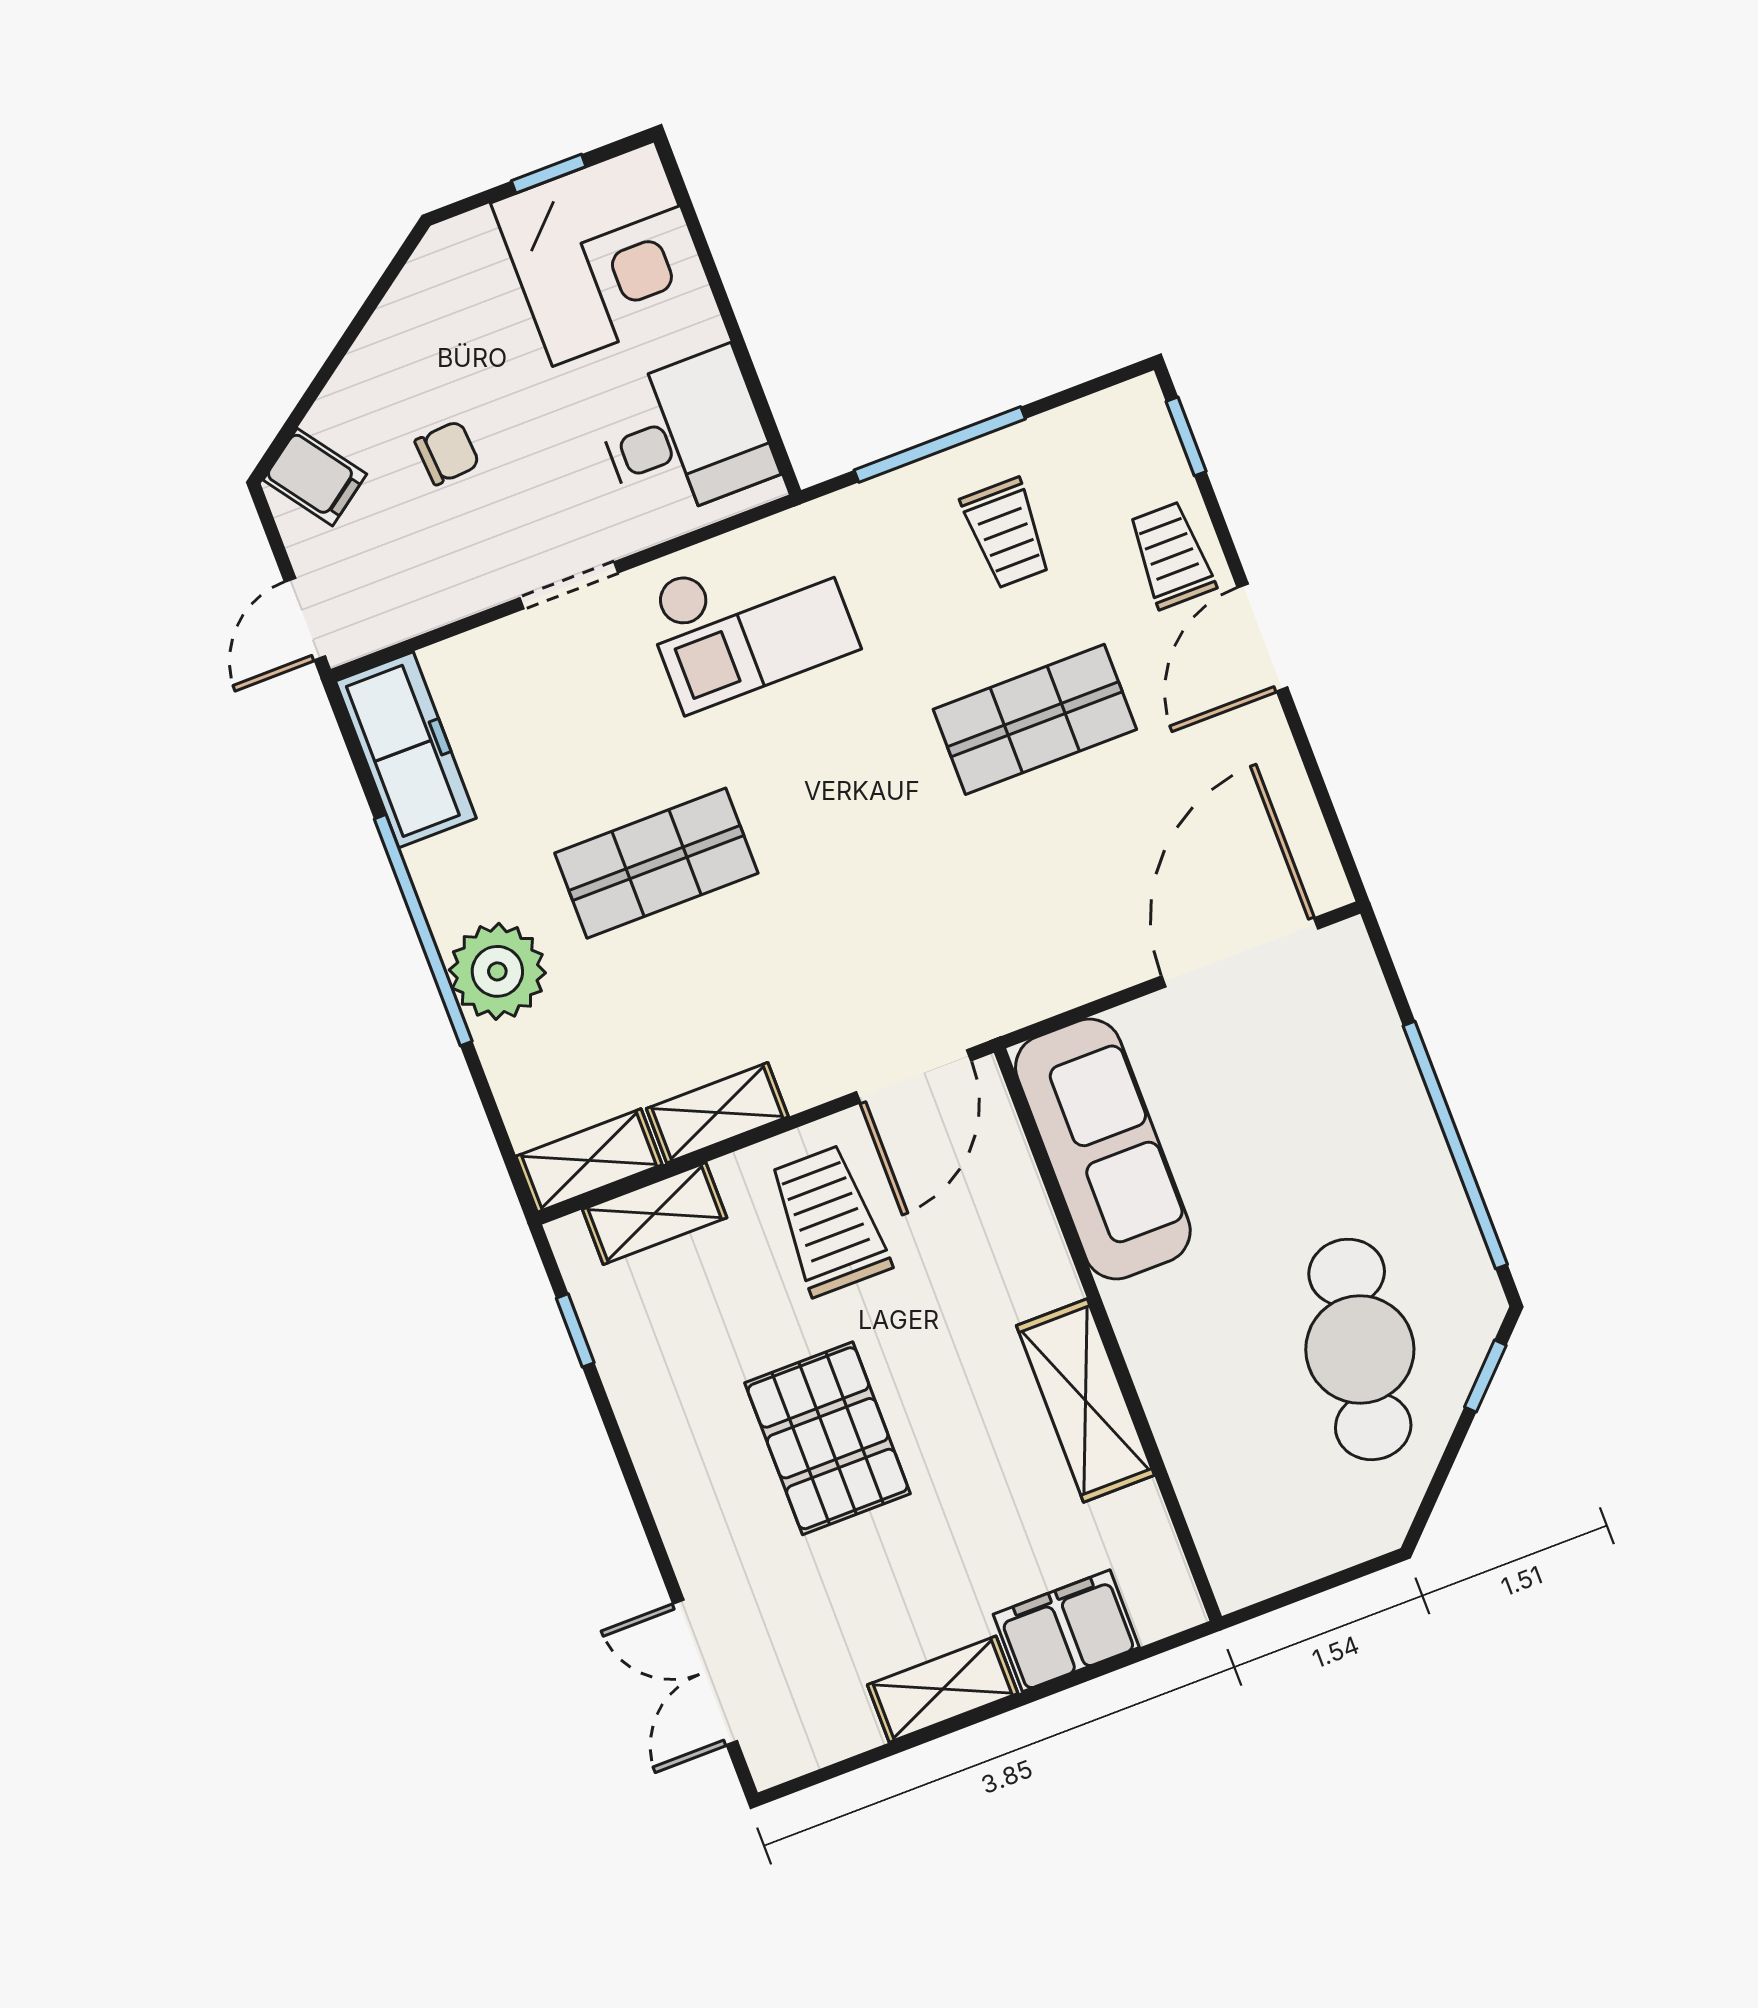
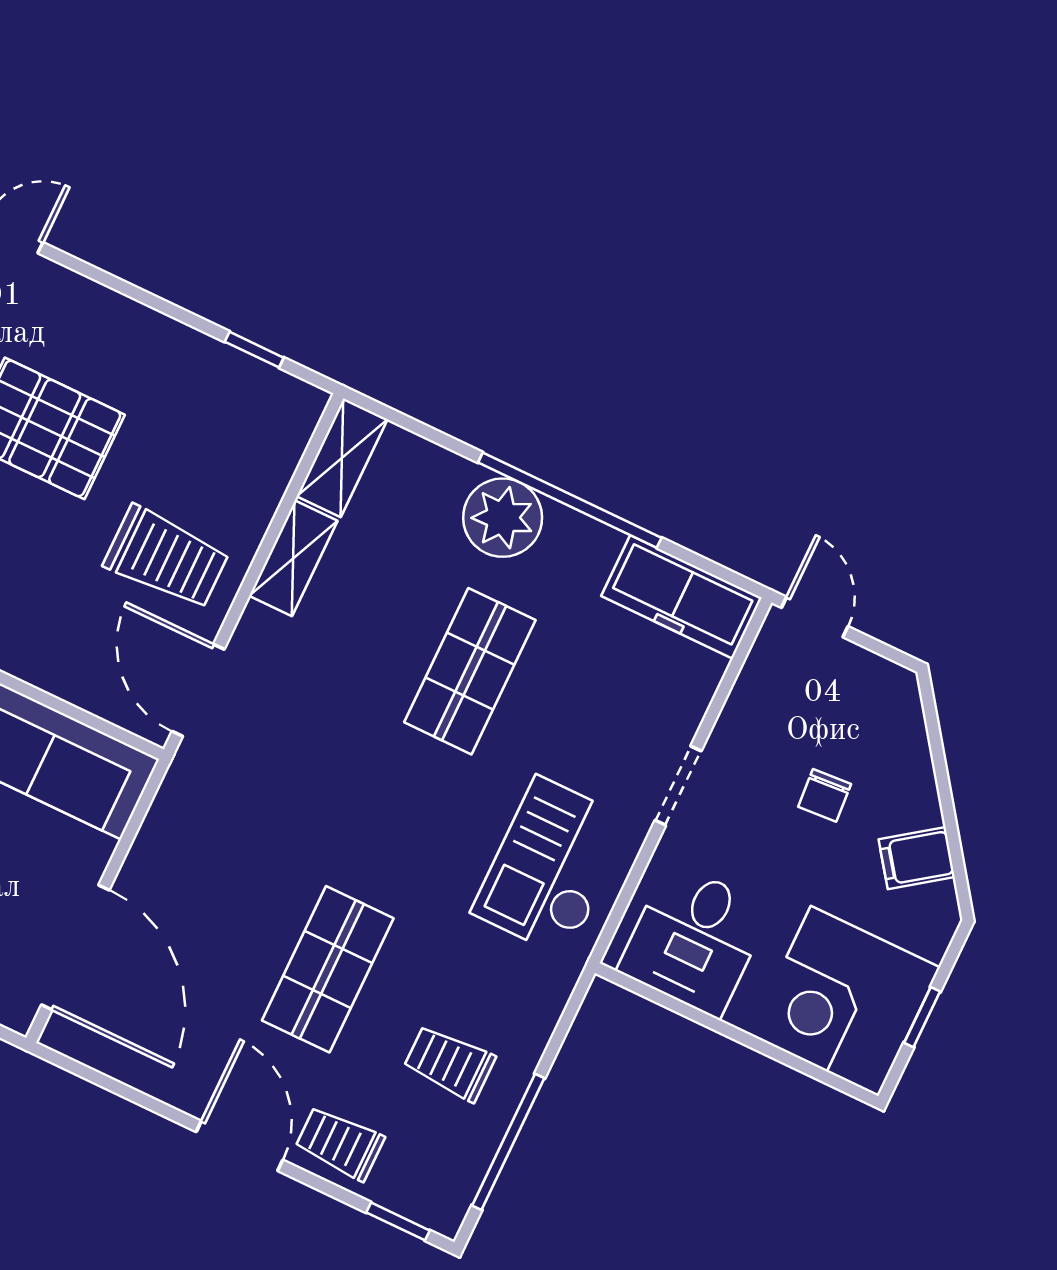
window: (940, 444) -> (508, 1142), moved
filing cabinet: (315, 477) -> (917, 858), moved
trolley: (1171, 555) -> (340, 1143), turned 180
shelving: (655, 1214) -> (273, 463), removed

